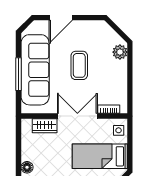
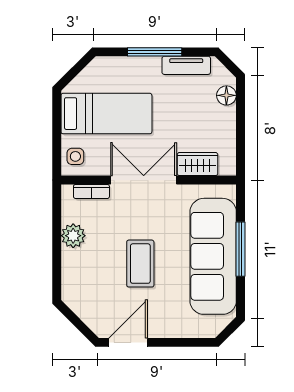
door: (61, 18) -> (128, 342), moved
plant: (120, 52) -> (73, 236), moved
double door: (77, 116) -> (144, 180), swing flipped

